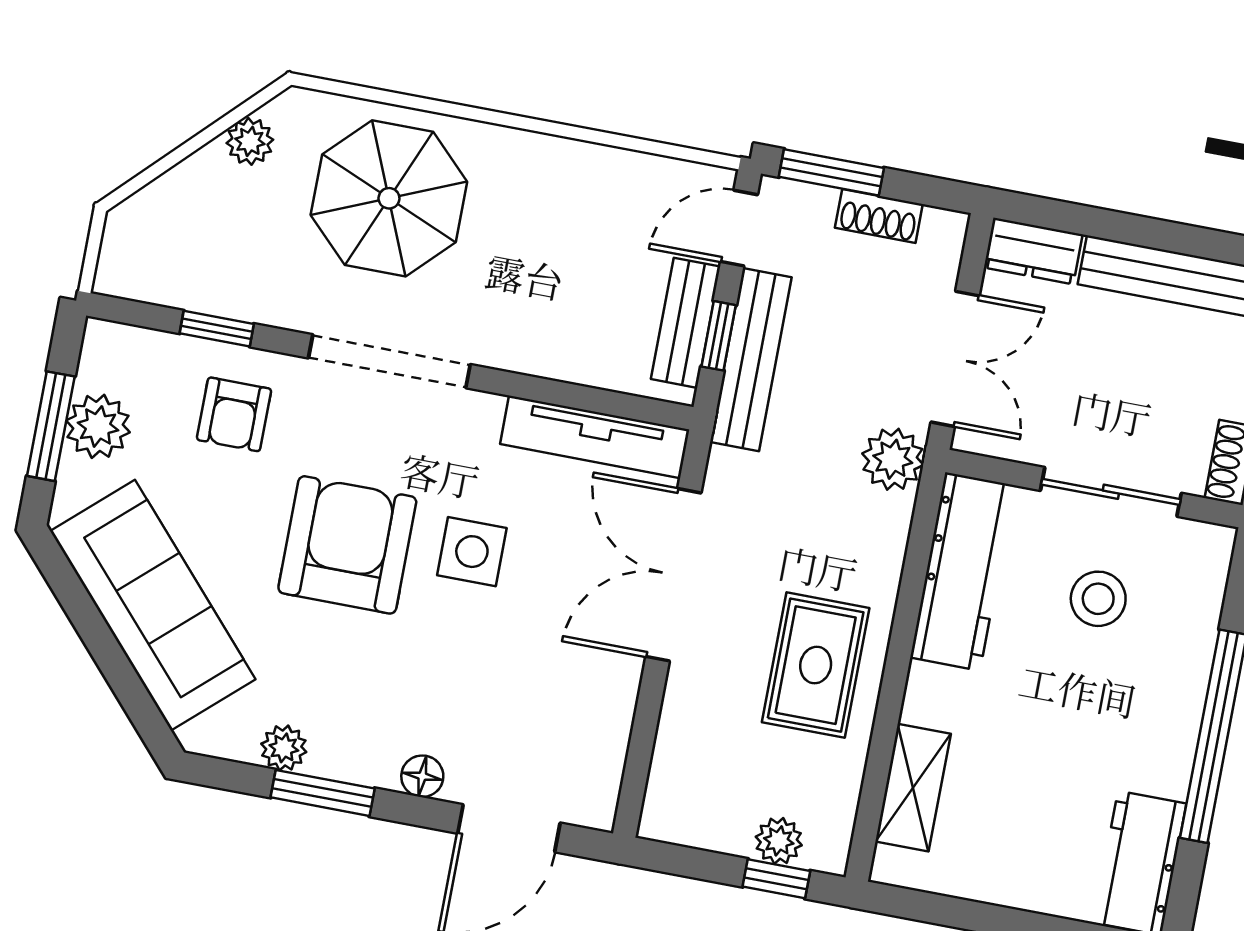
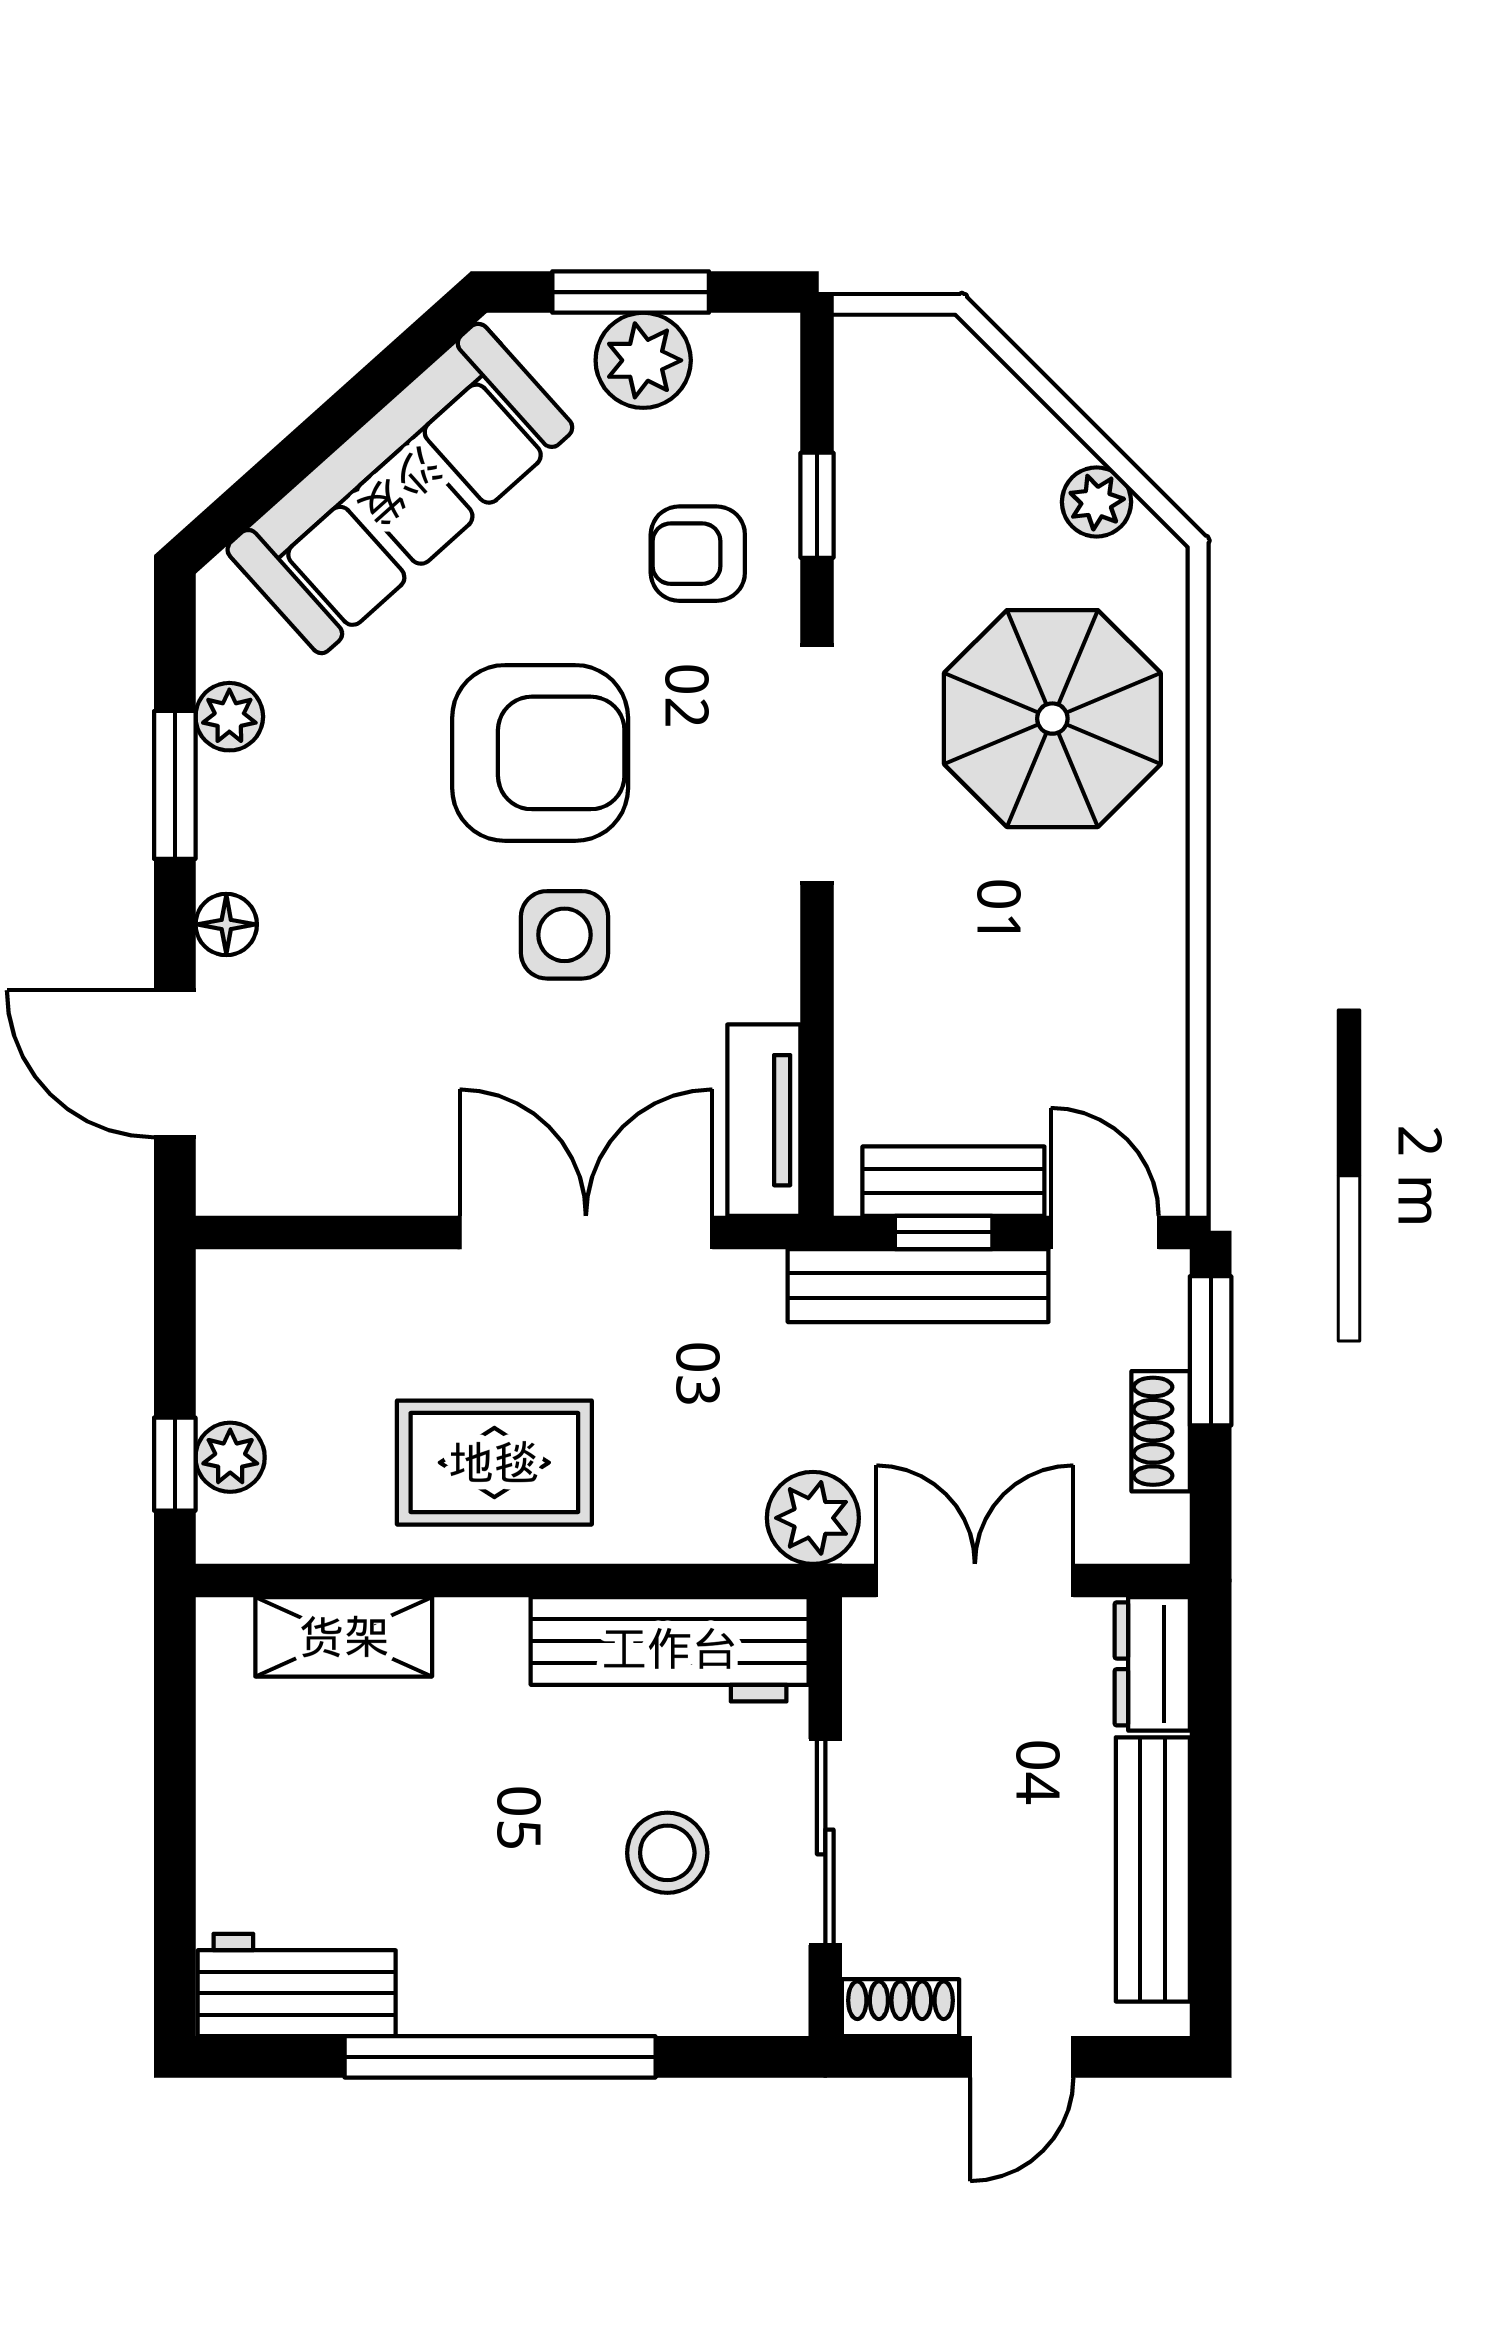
double door: (955, 359) -> (975, 1580), swing flipped
tv unit: (595, 437) -> (764, 1120), width x0.71

